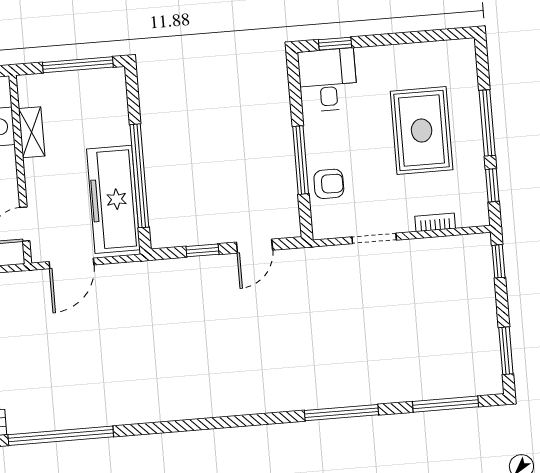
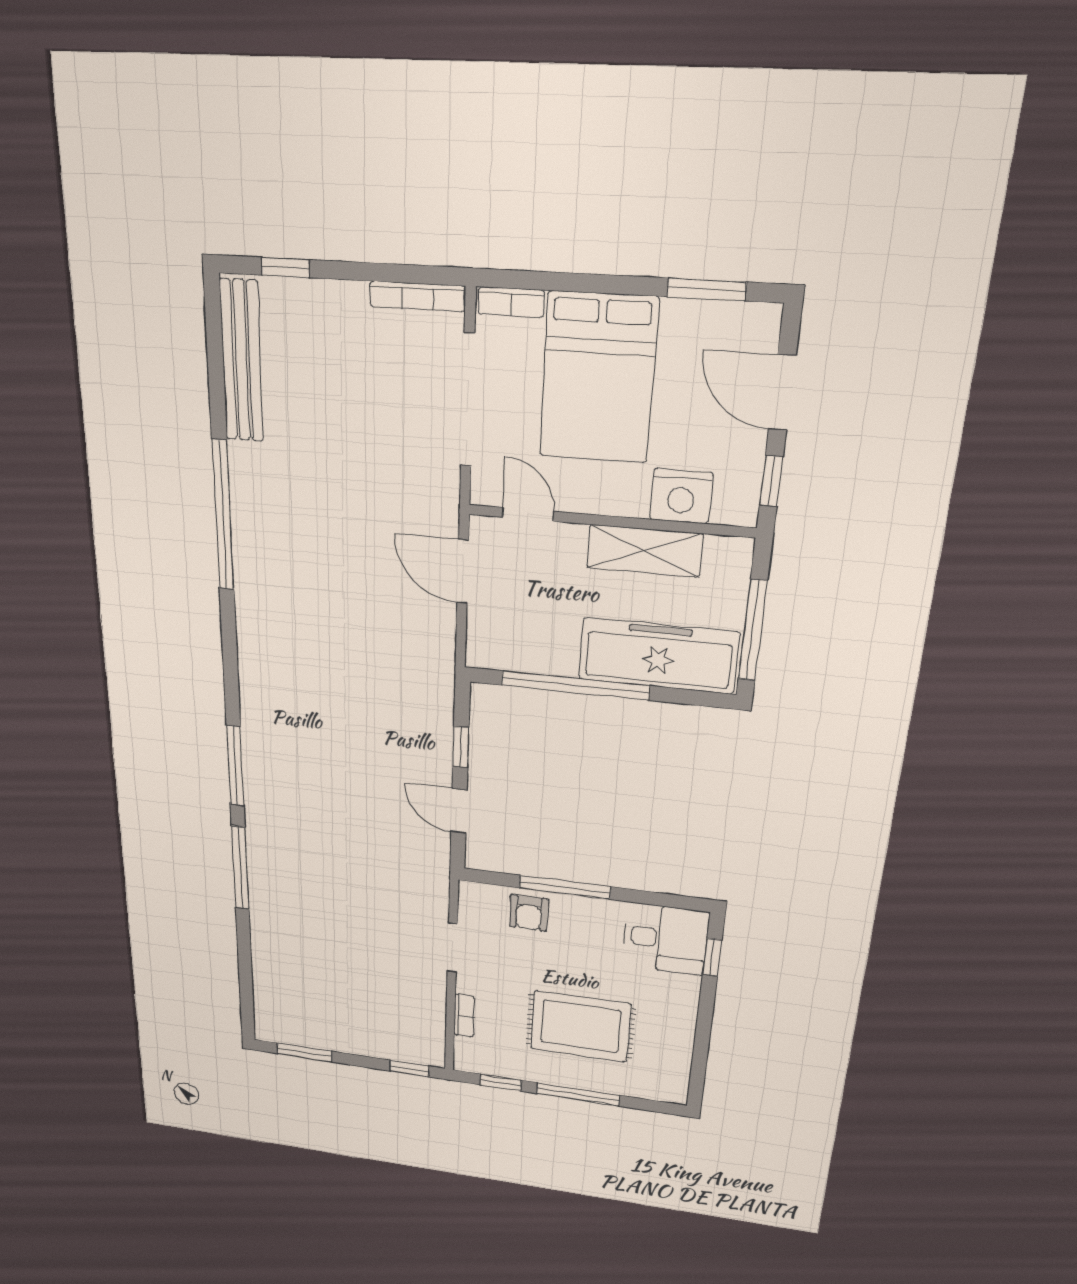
shelving: (32, 132) -> (644, 551), width x1.50, depth x1.33
freezer: (113, 199) -> (658, 656), moved
window: (446, 404) -> (235, 766), moved

